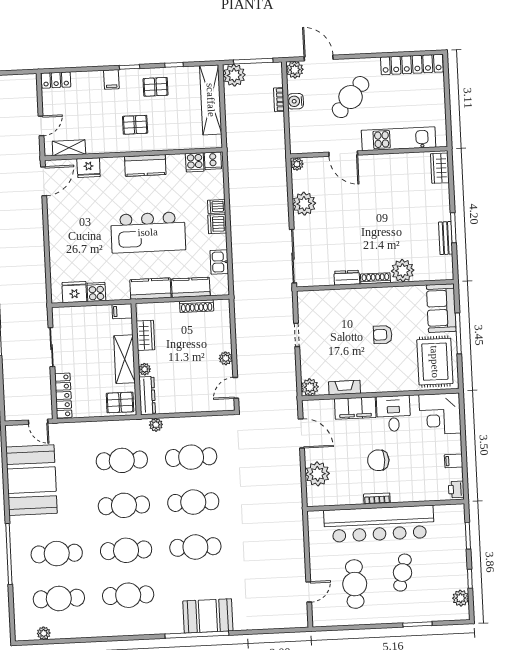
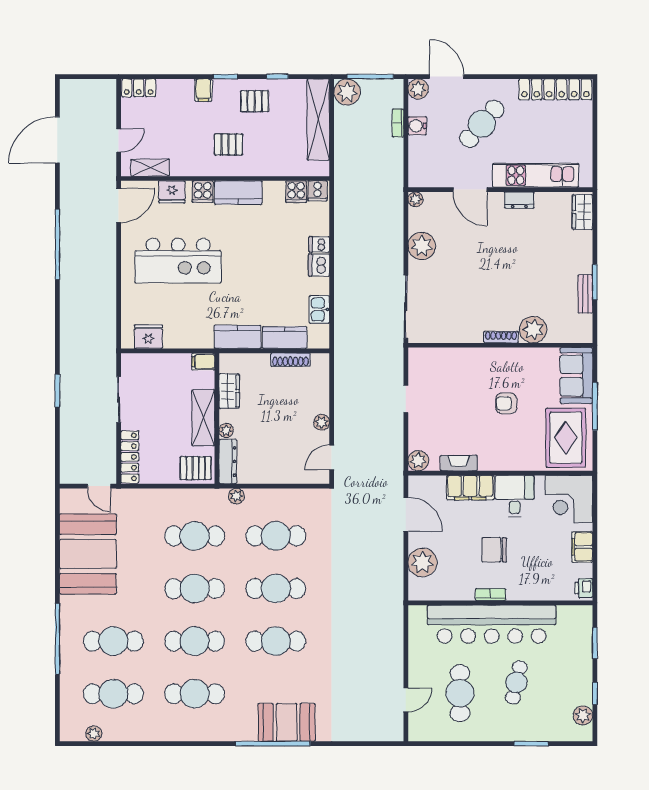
kitchen island: (148, 232) -> (178, 261), moved
dresser: (347, 278) -> (519, 200), moved, turned 180
cooker: (96, 292) -> (203, 192), moved, turned 180
filing cabinet: (454, 461) -> (582, 547), width x2.00

